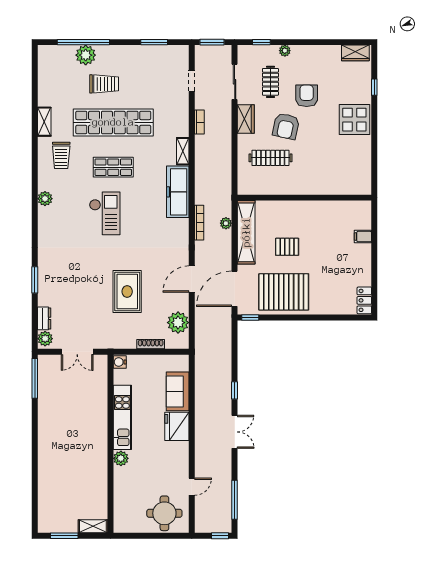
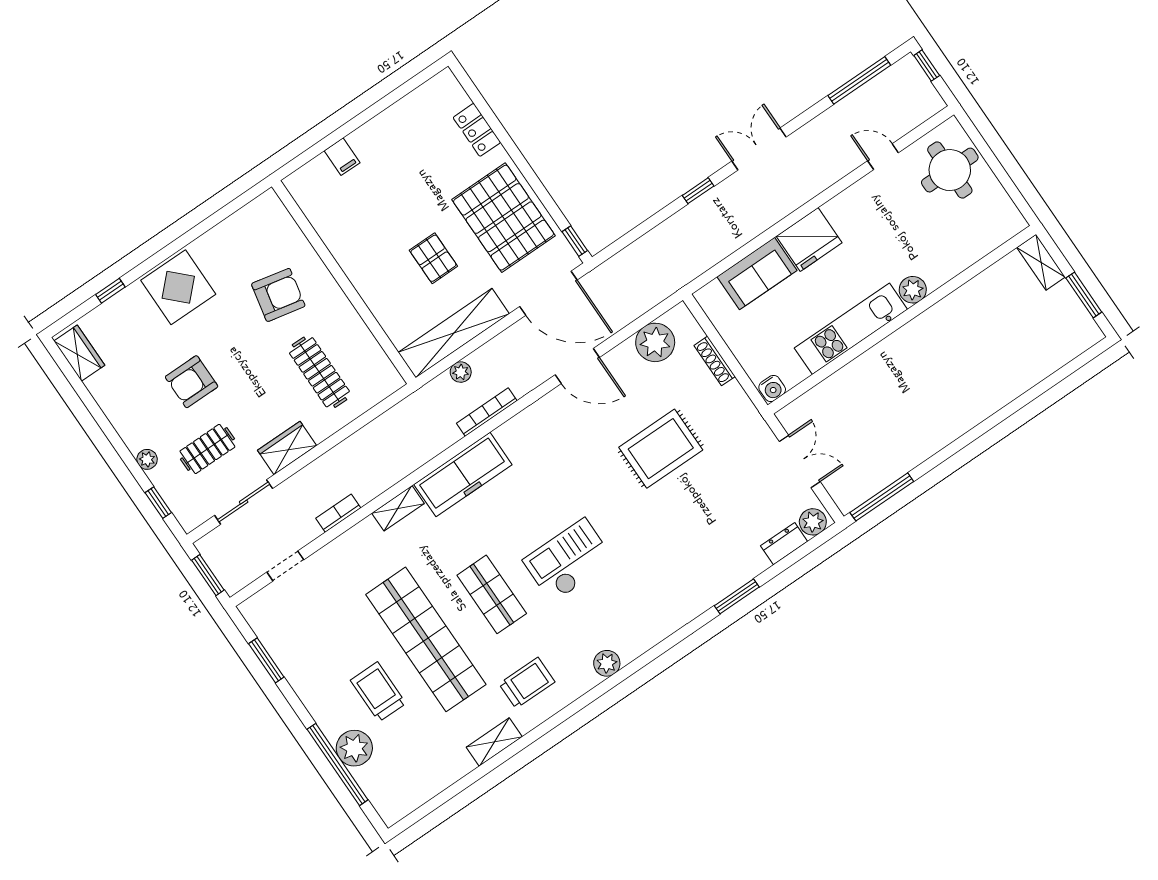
armchair: (286, 126) -> (278, 295), moved
locker: (364, 300) -> (477, 130), moved, turned 90

